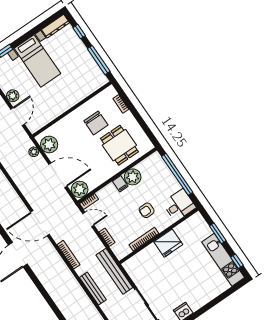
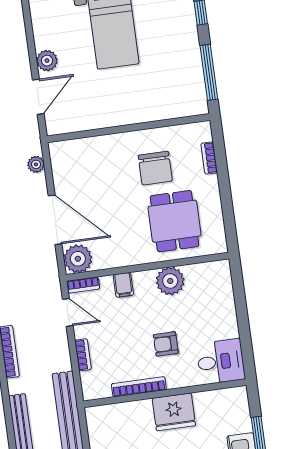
plant: (49, 145) -> (66, 165), removed
window: (177, 174) -> (242, 312), removed
filing cabinet: (120, 184) -> (123, 285), moved

